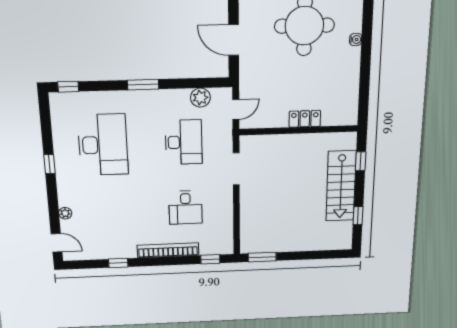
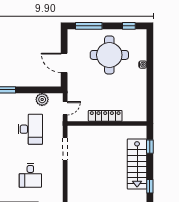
locker: (305, 119) -> (105, 116), width x1.53

